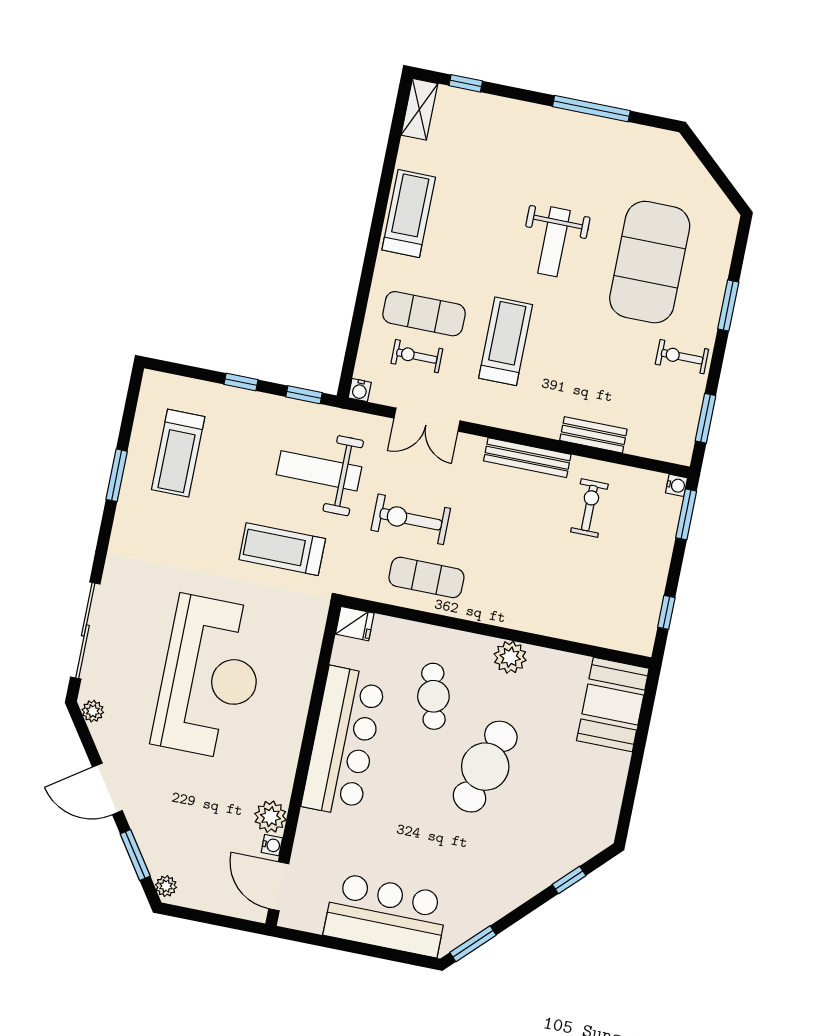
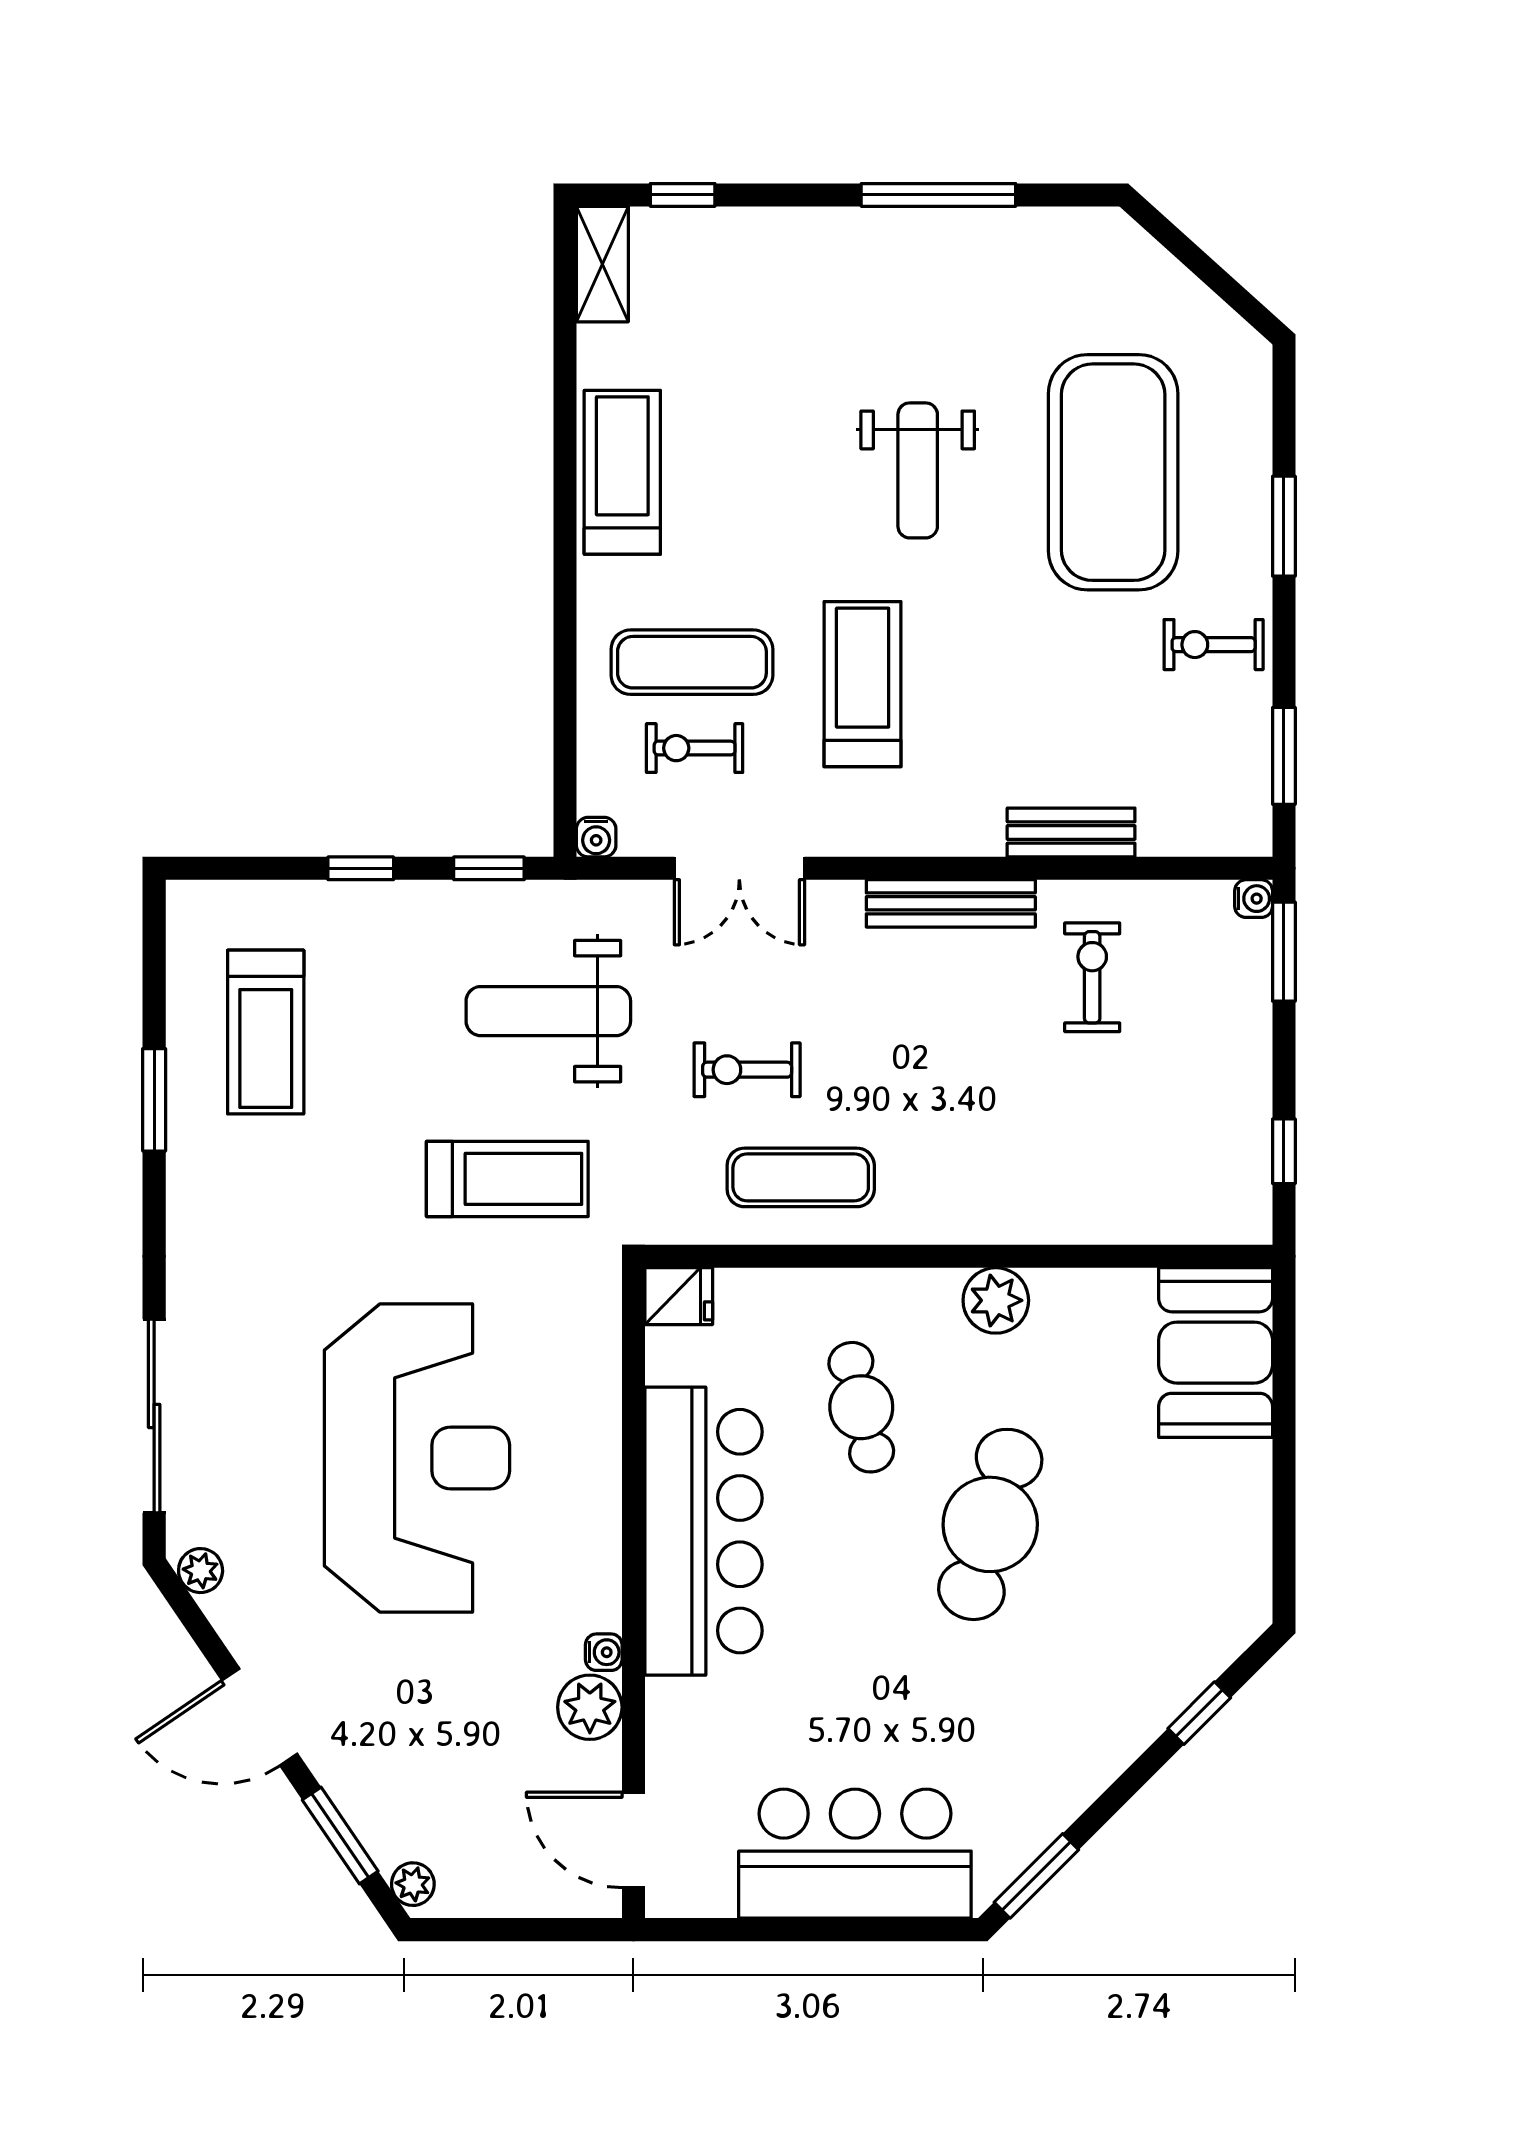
exercise bike: (411, 519) -> (747, 1070), width x0.73, depth x0.72
treadmill: (282, 549) -> (507, 1179), turned 180
water cooler: (272, 845) -> (604, 1652), moved

